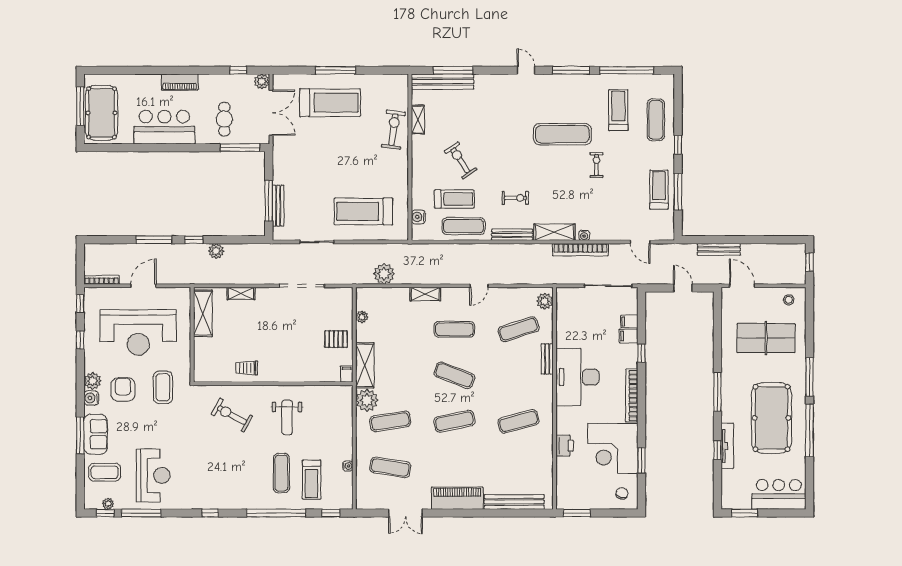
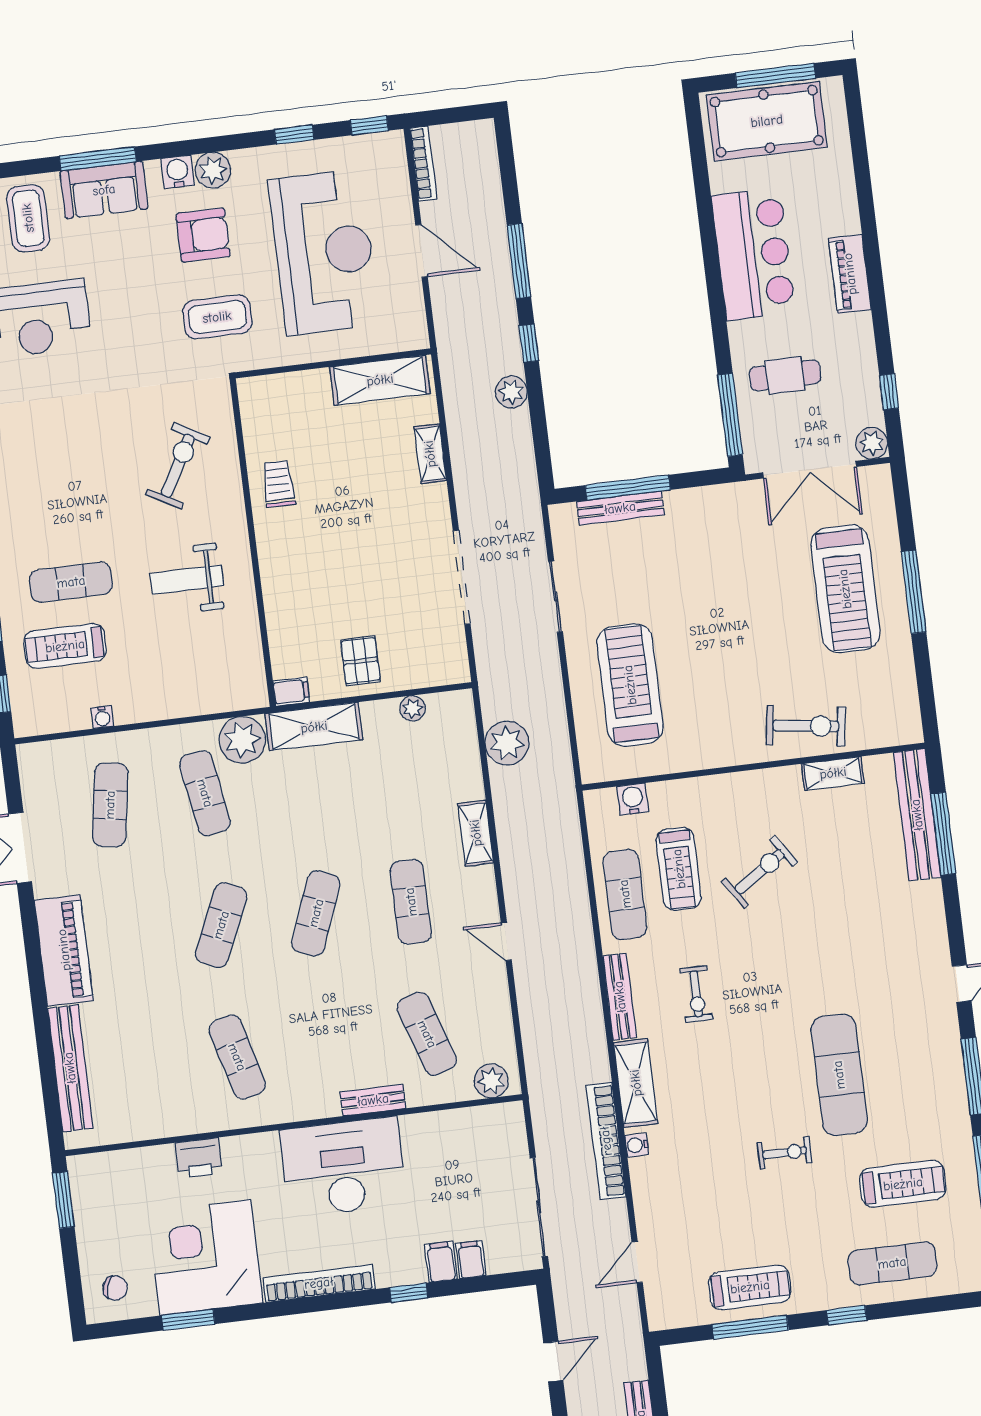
reception desk: (138, 332) -> (324, 252), turned 180
exercise mat: (454, 421) -> (221, 925), turned 36

